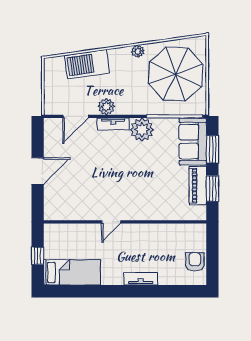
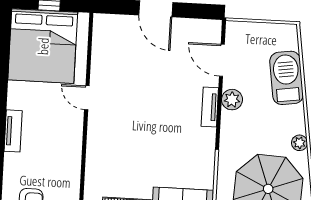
plant: (142, 130) -> (201, 143), removed
bed: (72, 272) -> (43, 46), width x2.04

